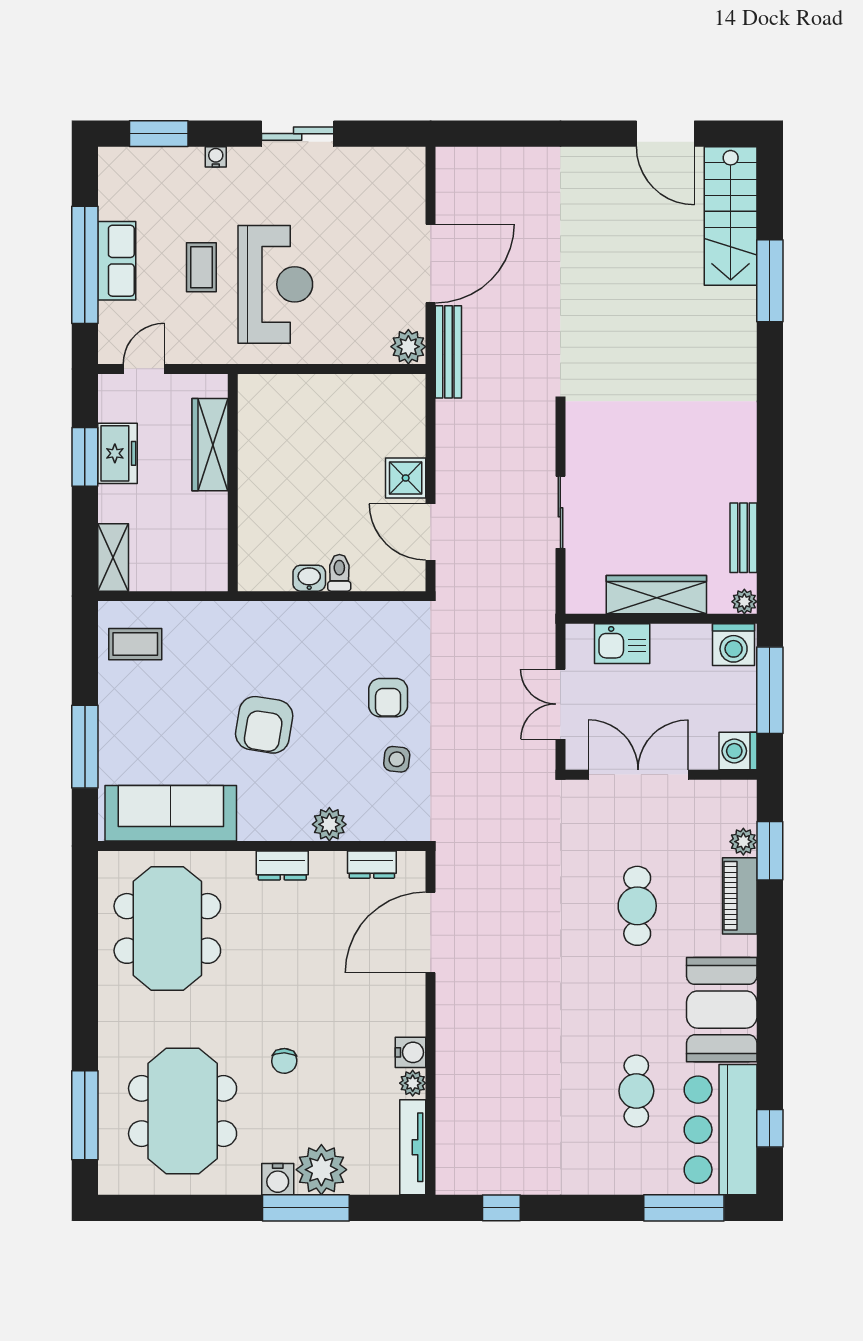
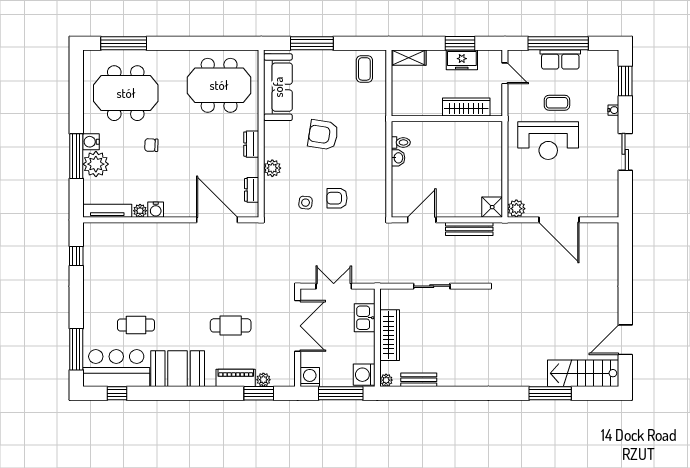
bench: (448, 352) -> (469, 229), moved
shower: (406, 478) -> (492, 207), moved
toilet: (339, 573) -> (401, 142), moved

